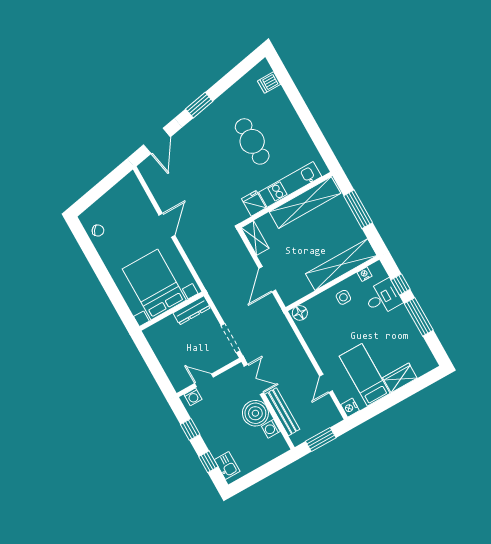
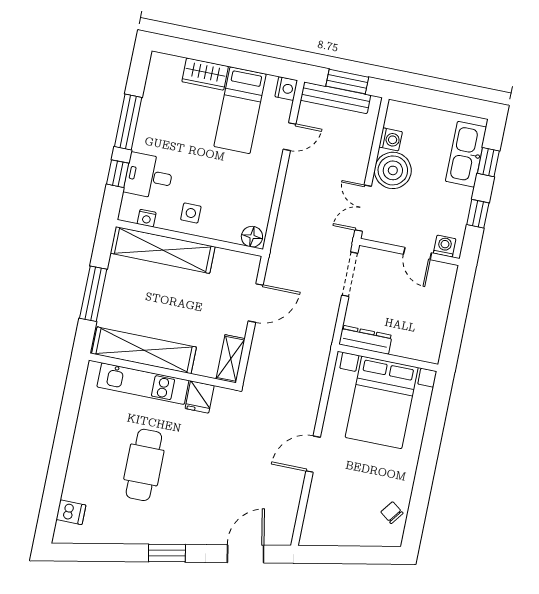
bench: (282, 412) -> (335, 98), moved, turned 90
kitchen sink: (227, 465) -> (466, 154), width x1.87, depth x1.24

